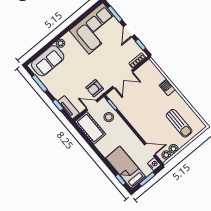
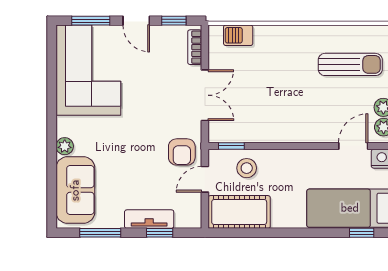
barbecue: (167, 87) -> (238, 35), moved
tv unit: (68, 107) -> (149, 219), moved

